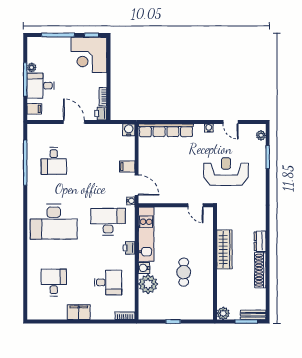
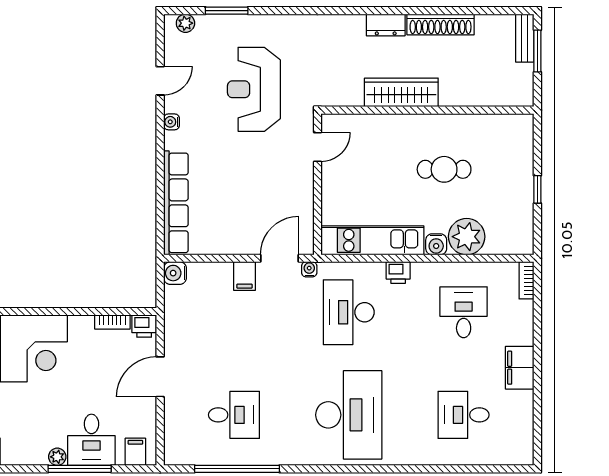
plant: (223, 313) -> (522, 95), removed

